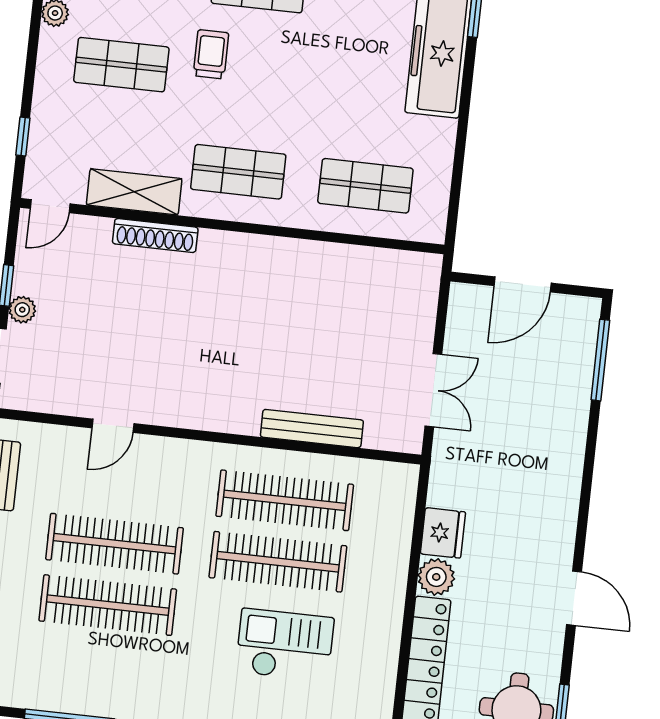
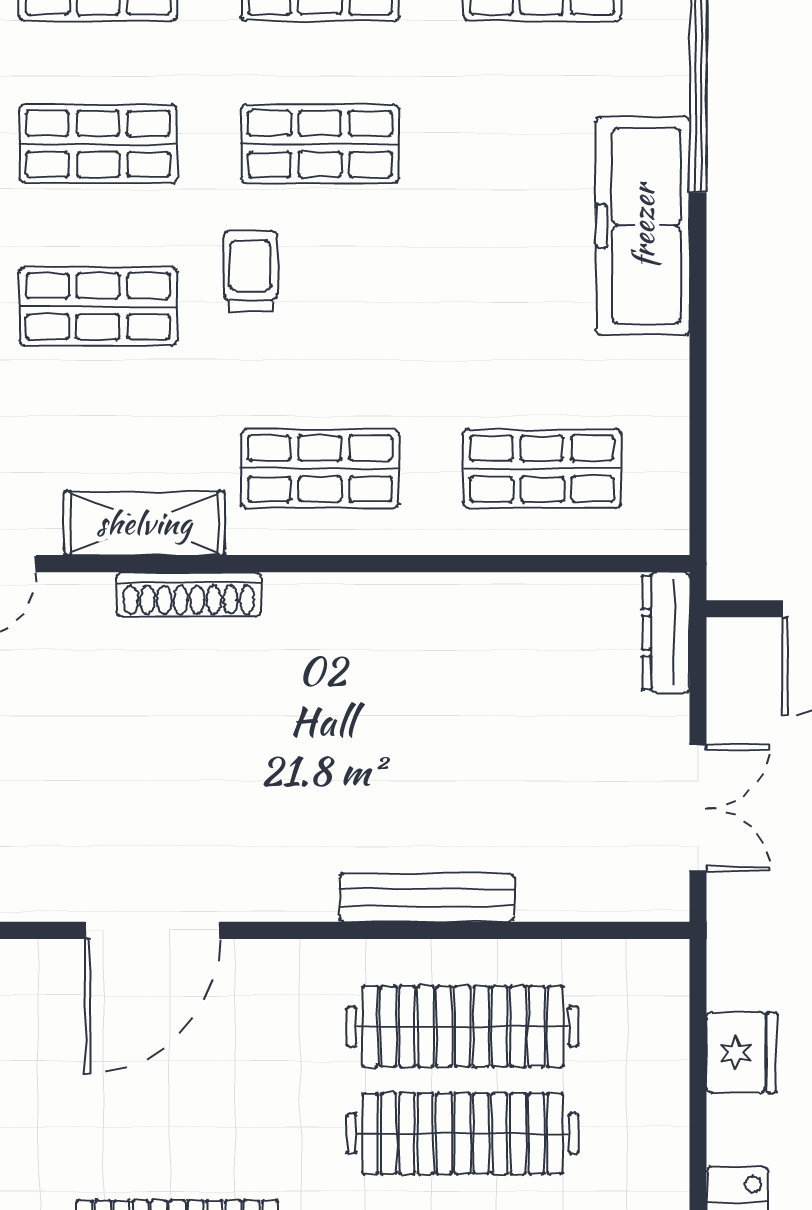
dresser: (426, 288) -> (666, 633), added
door: (113, 426) -> (152, 930), width x1.87
bench: (312, 429) -> (427, 897), moved
clothes rail: (115, 544) -> (177, 1134), removed
plant: (436, 577) -> (739, 1130), removed

